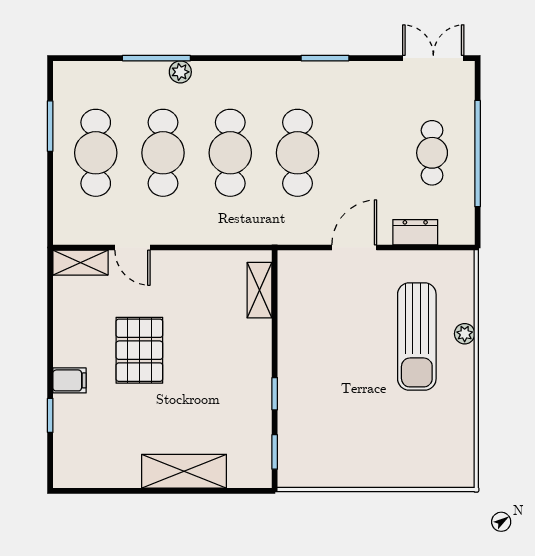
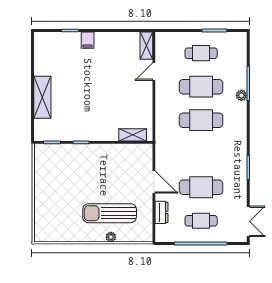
cafe table: (96, 153) -> (201, 53), width x0.73, depth x0.74
cafe table: (298, 153) -> (201, 187), moved
pallet: (139, 350) -> (103, 75), removed

